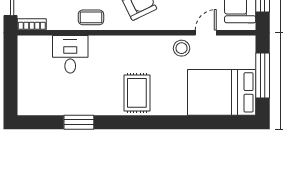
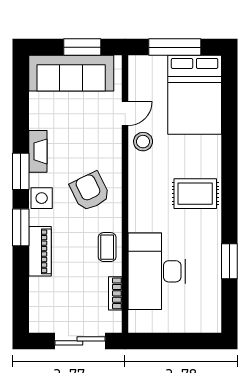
bookcase: (32, 24) -> (115, 293), moved
door: (206, 33) -> (125, 113), swing flipped
desk: (70, 54) -> (157, 271), width x1.87, depth x1.30

